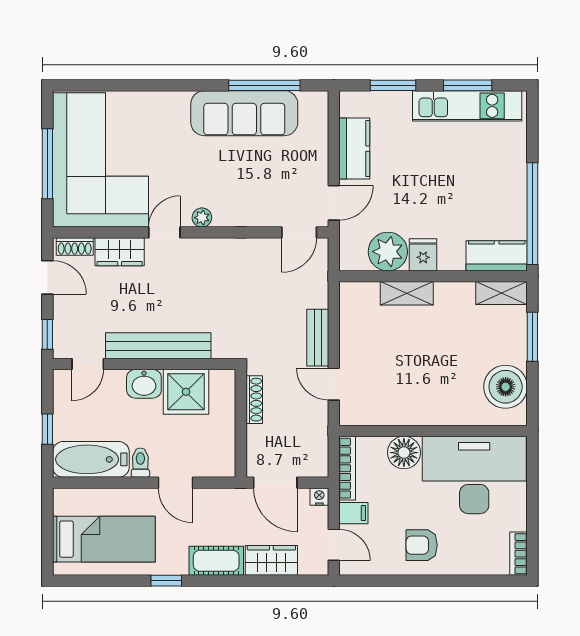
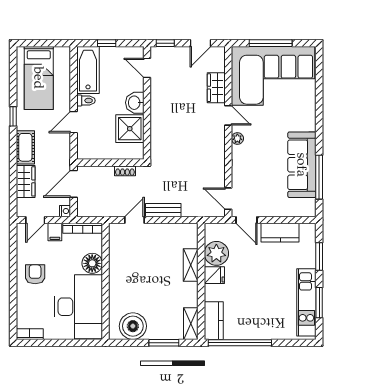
shoe rack: (75, 246) -> (220, 60), removed
bench: (158, 346) -> (158, 111), removed
shoe rack: (254, 400) -> (125, 171), width x0.70

